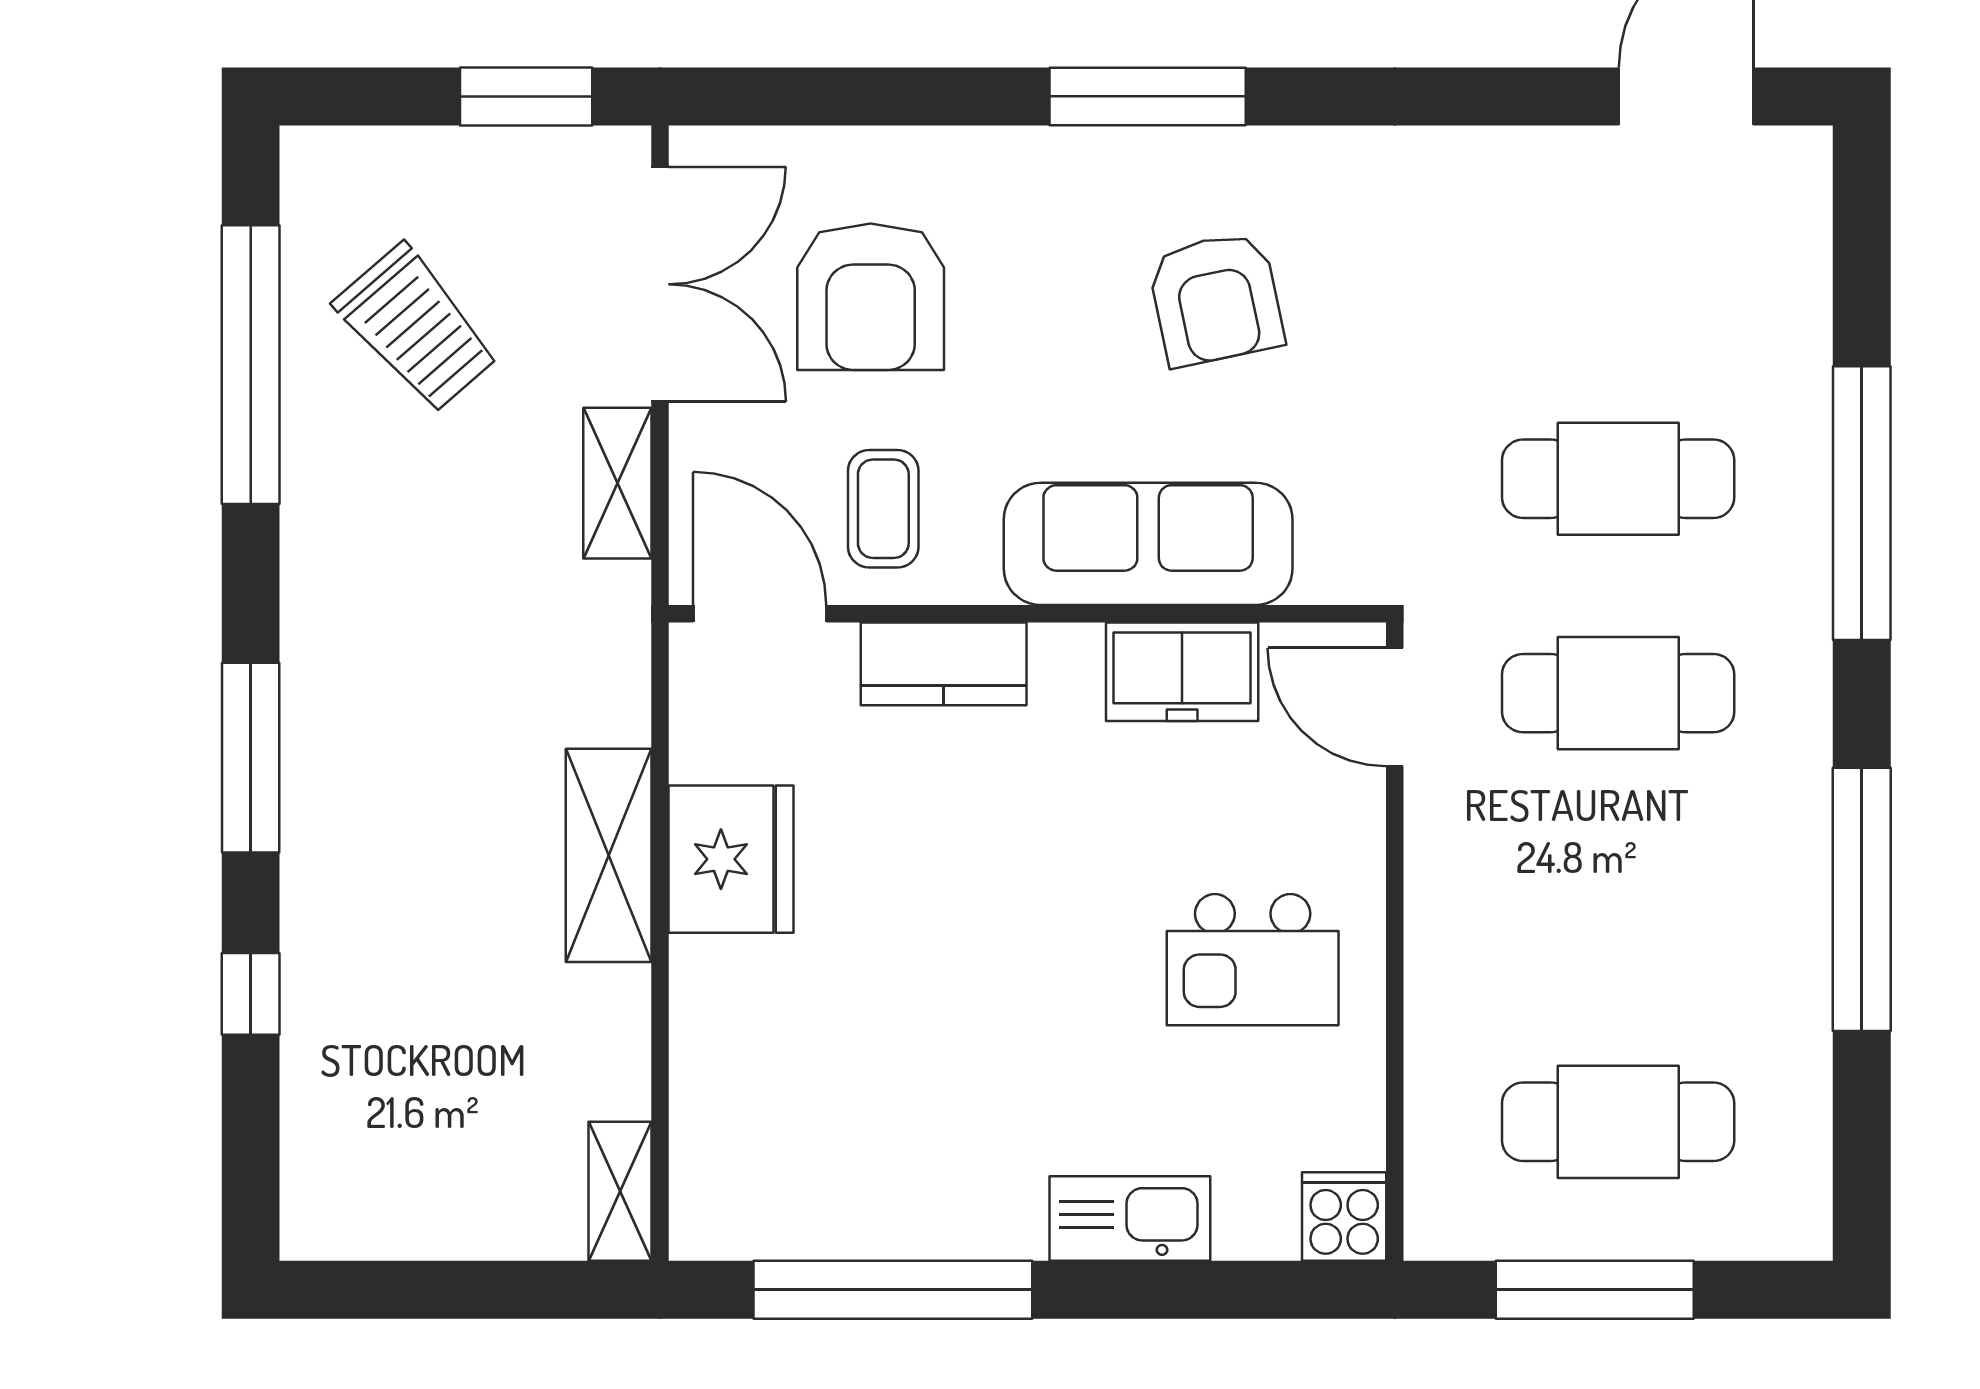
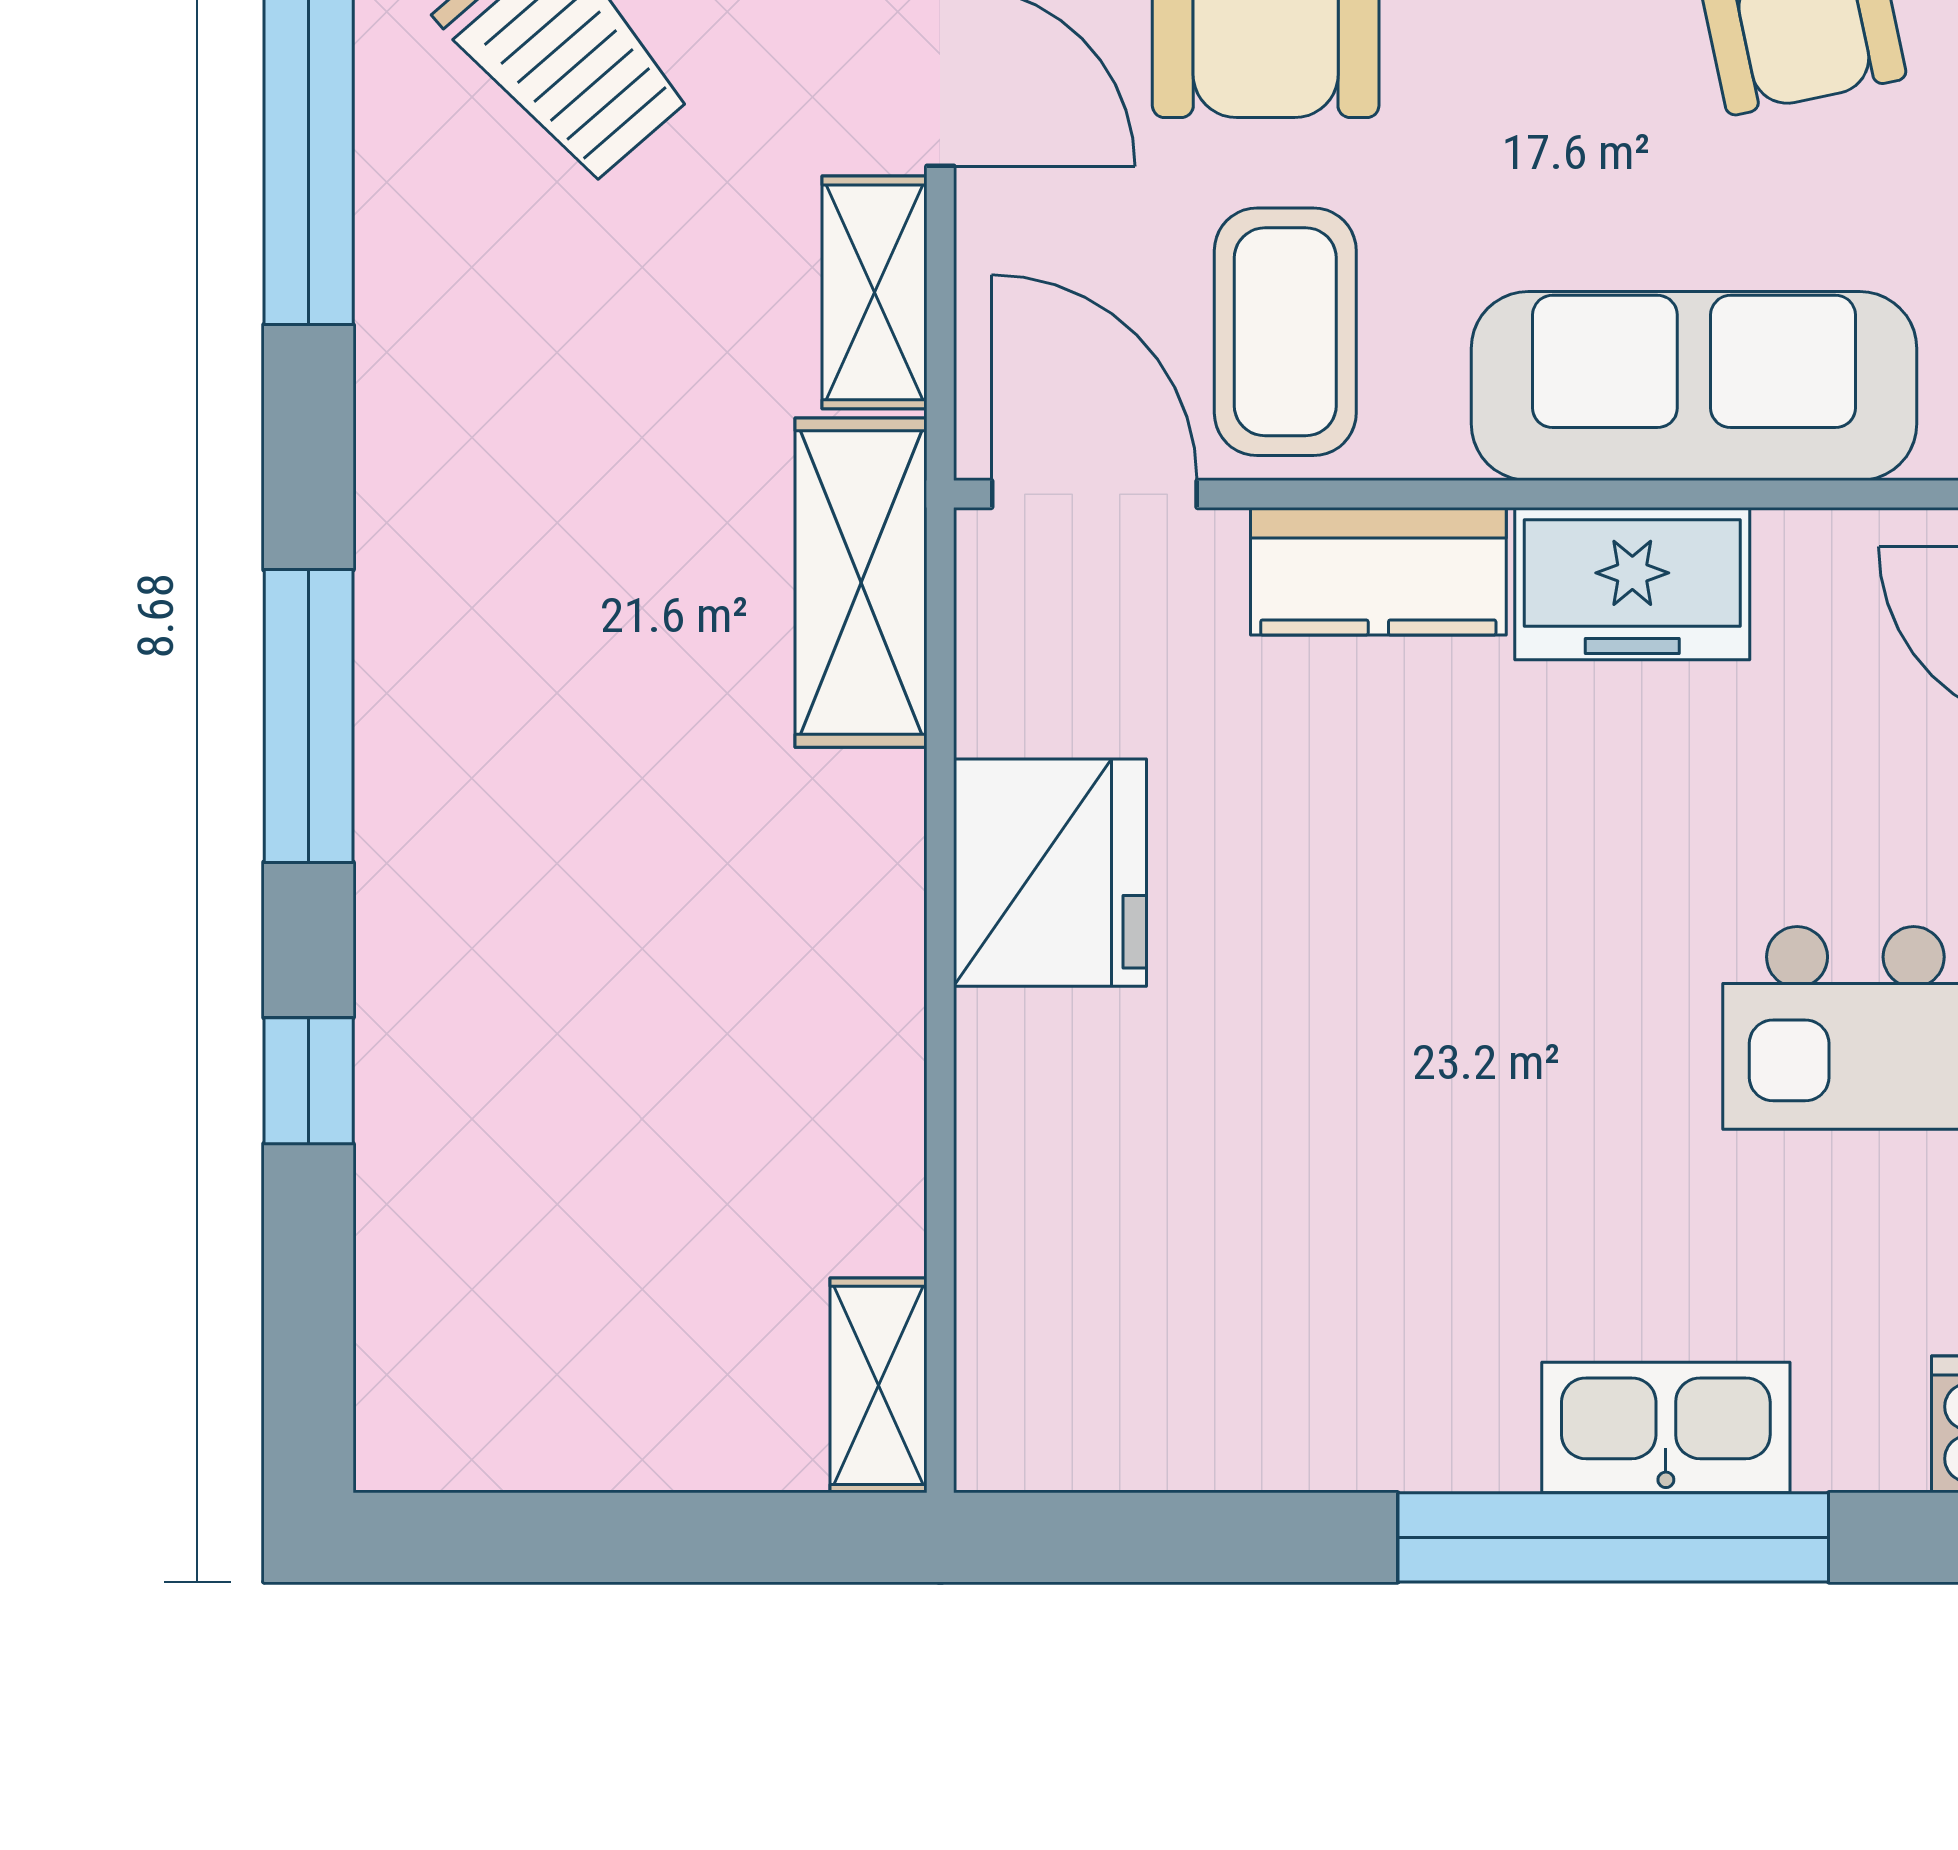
coffee table: (883, 509) -> (1285, 332), width x1.36, depth x1.30
freezer: (1182, 672) -> (1632, 584), moved
shelving: (609, 855) -> (861, 583), moved
window: (893, 1290) -> (1613, 1537), moved

